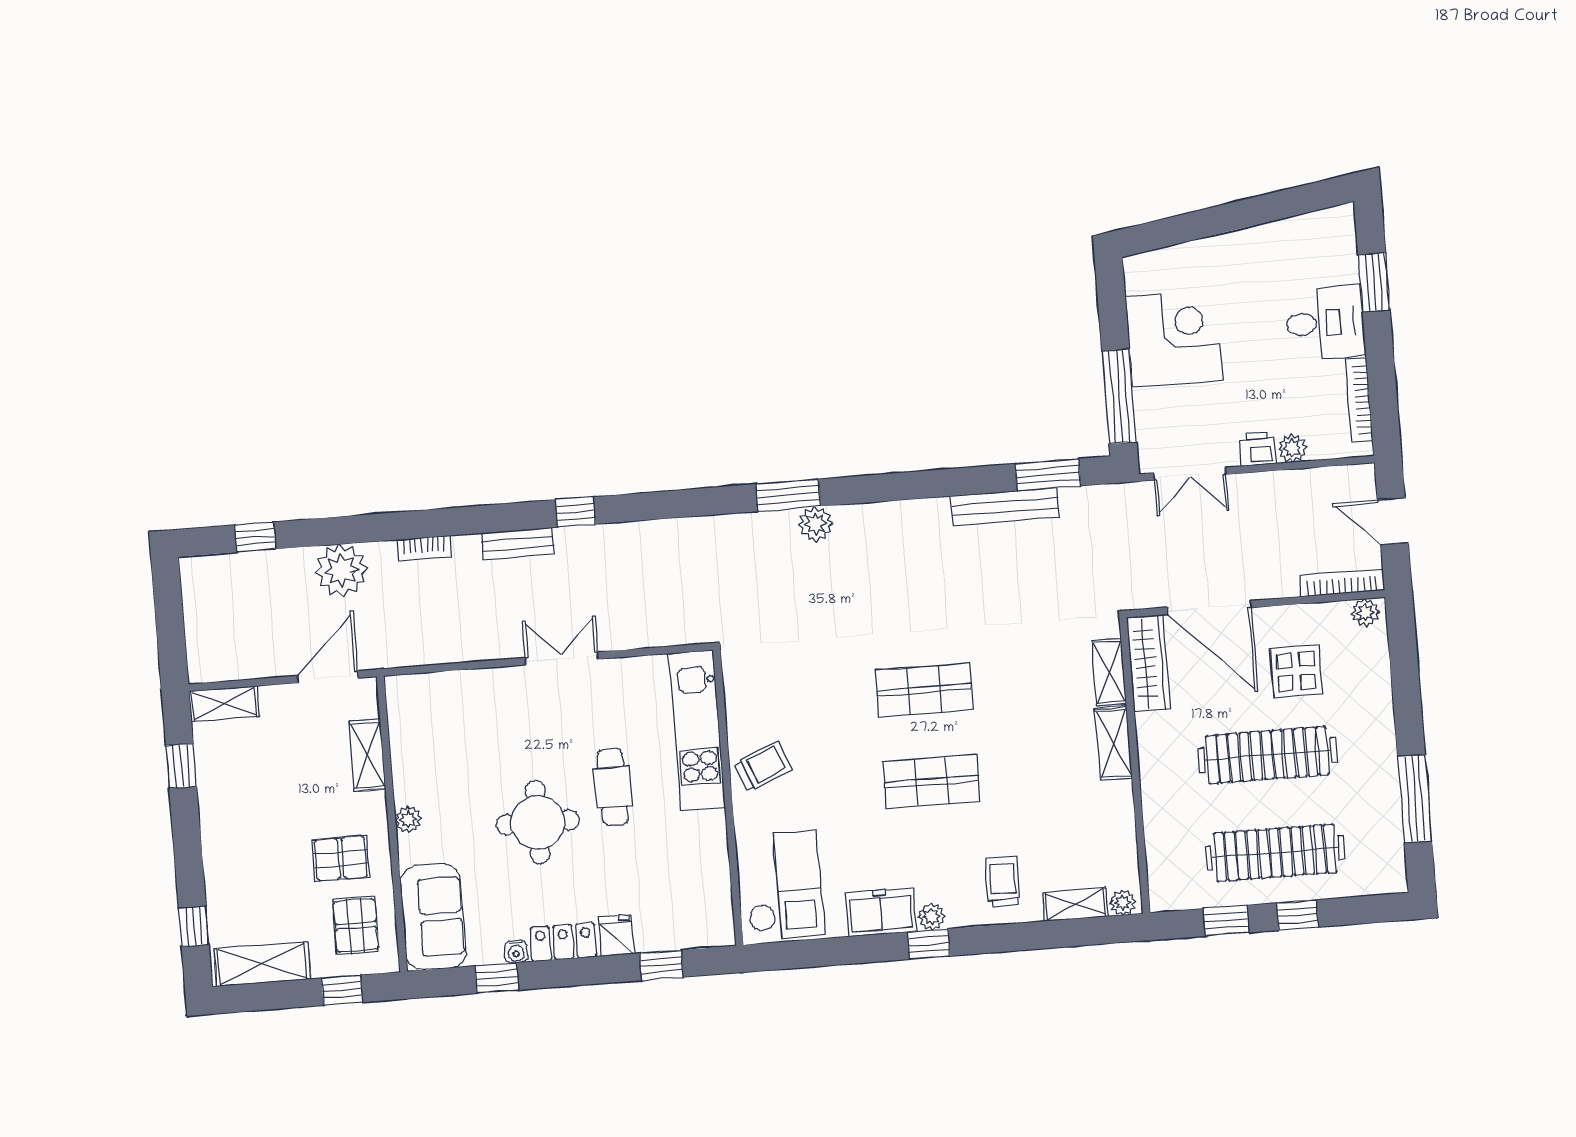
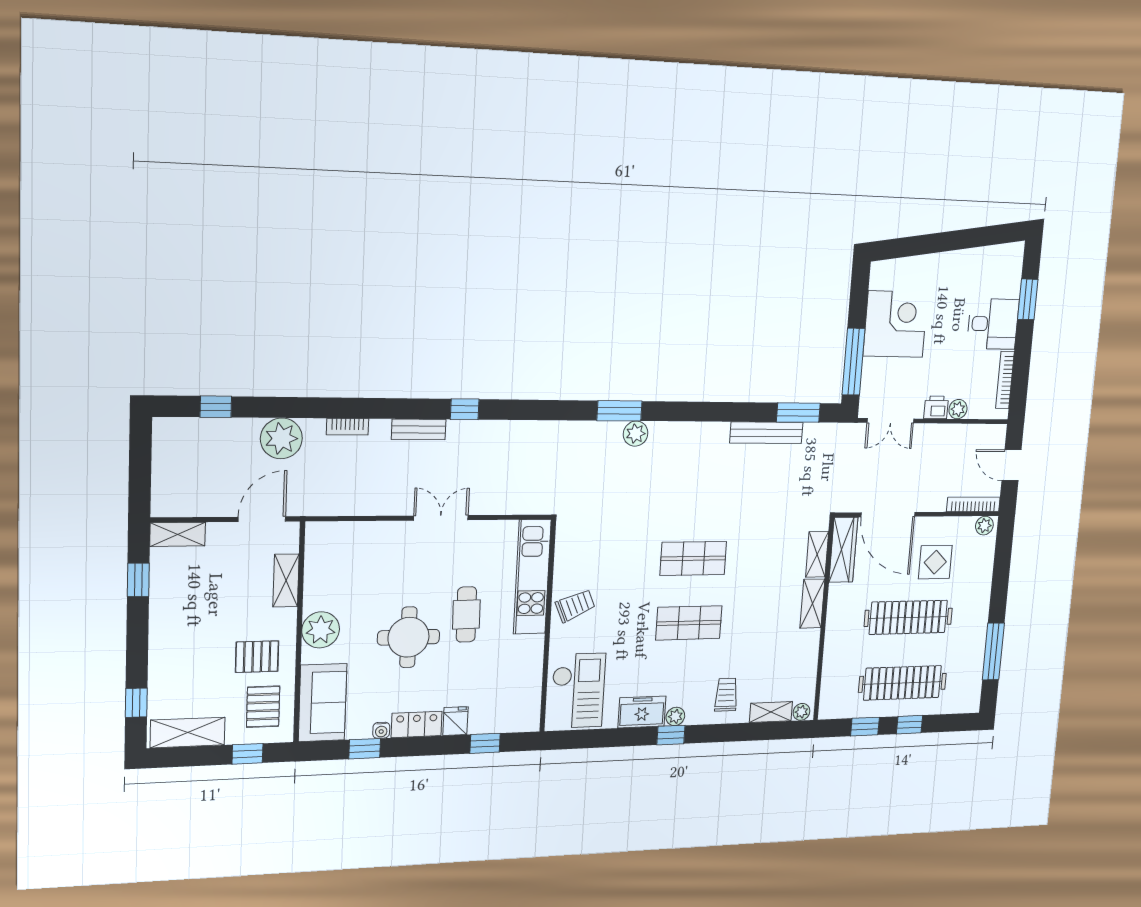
plant: (408, 819) -> (321, 630), width x1.87, depth x1.87

